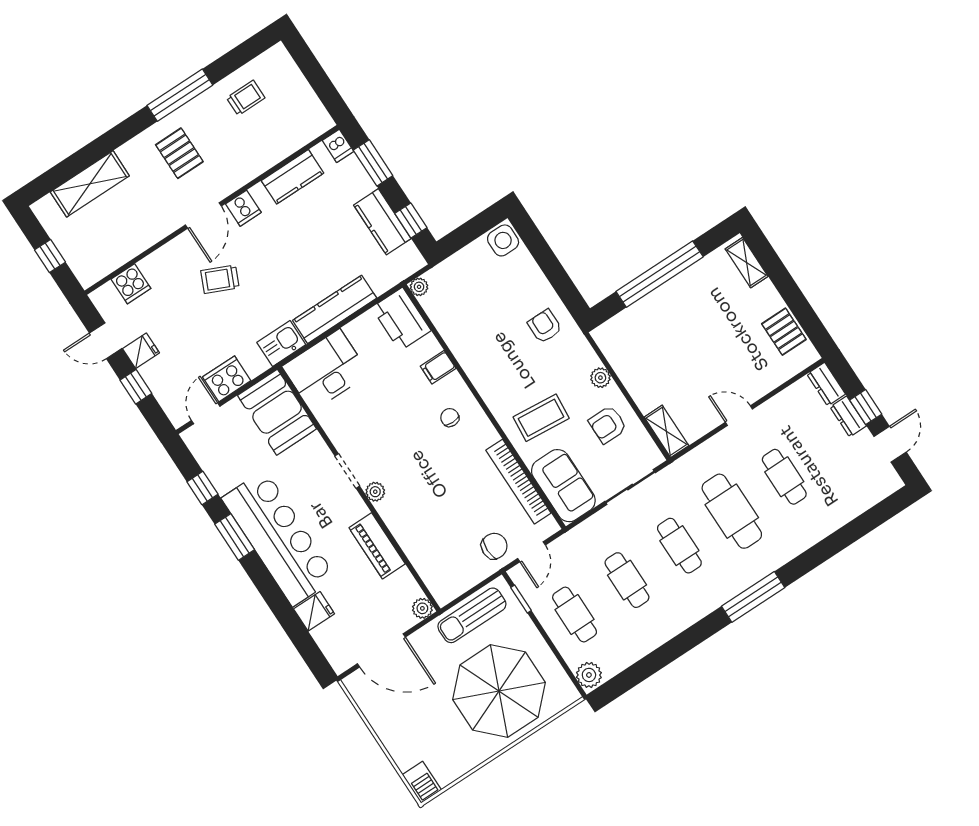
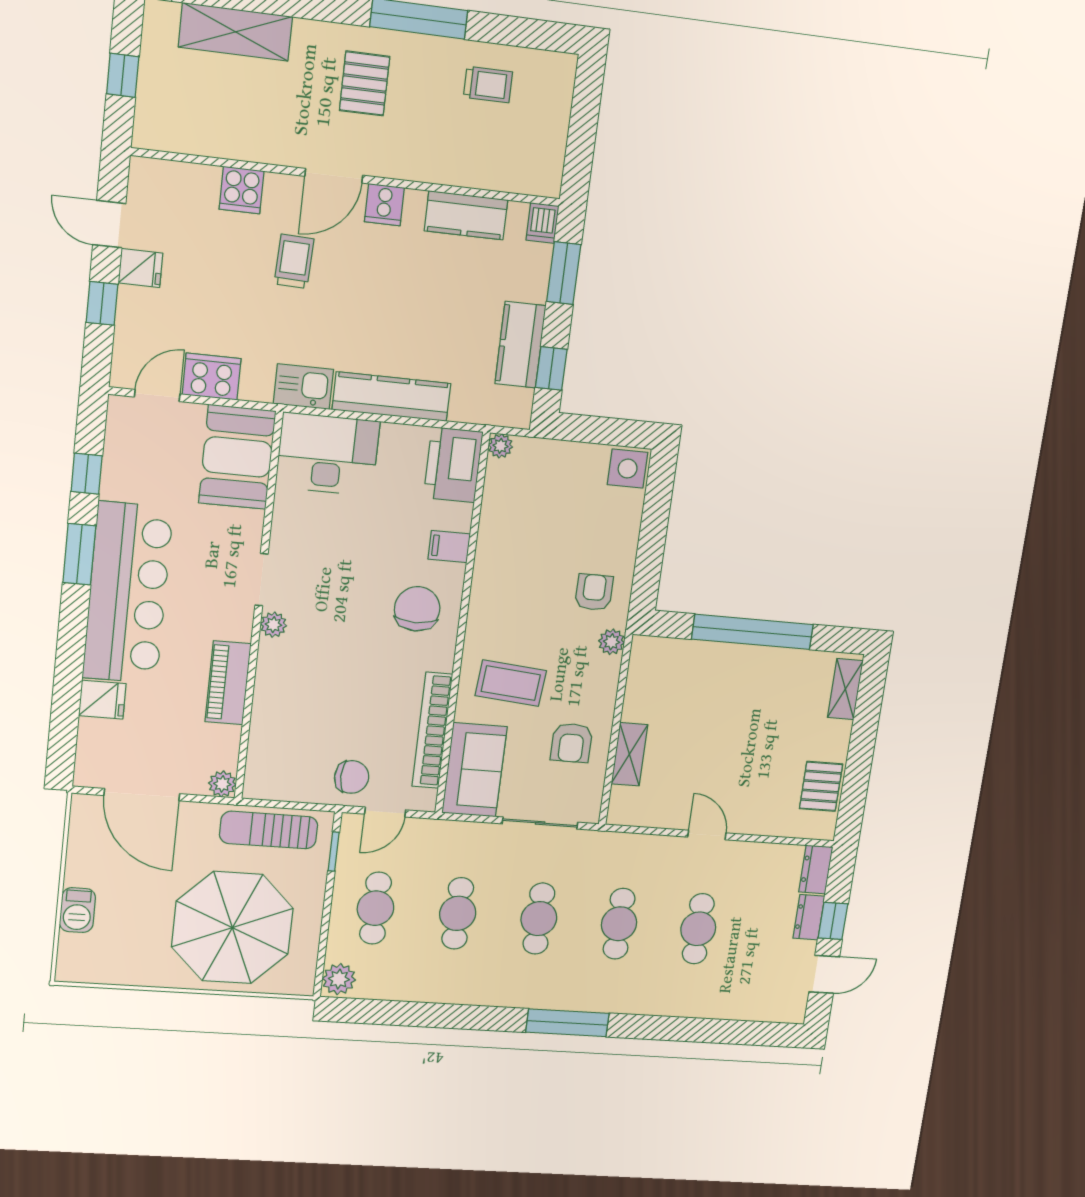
trolley: (220, 279) -> (294, 261), turned 68
cooker: (131, 284) -> (242, 190), moved
plant: (600, 378) -> (612, 642), moved
chair: (450, 418) -> (417, 609), width x1.87, depth x1.87
armchair: (608, 424) -> (571, 743), turned -90
shelving: (666, 431) -> (629, 754), moved
cafe table: (732, 511) -> (619, 924), width x0.73, depth x0.74
barbecue: (422, 782) -> (77, 910), moved

